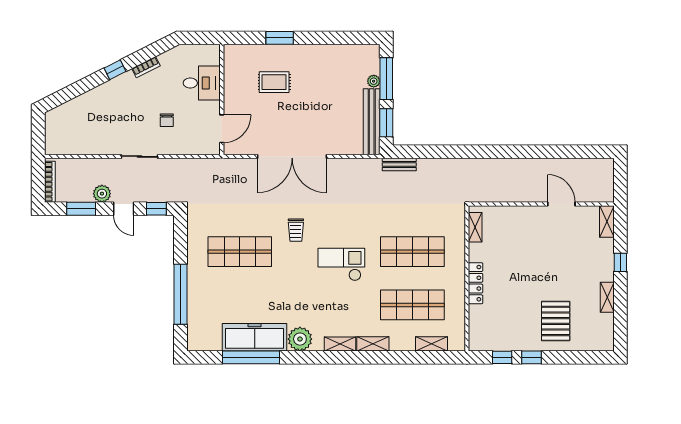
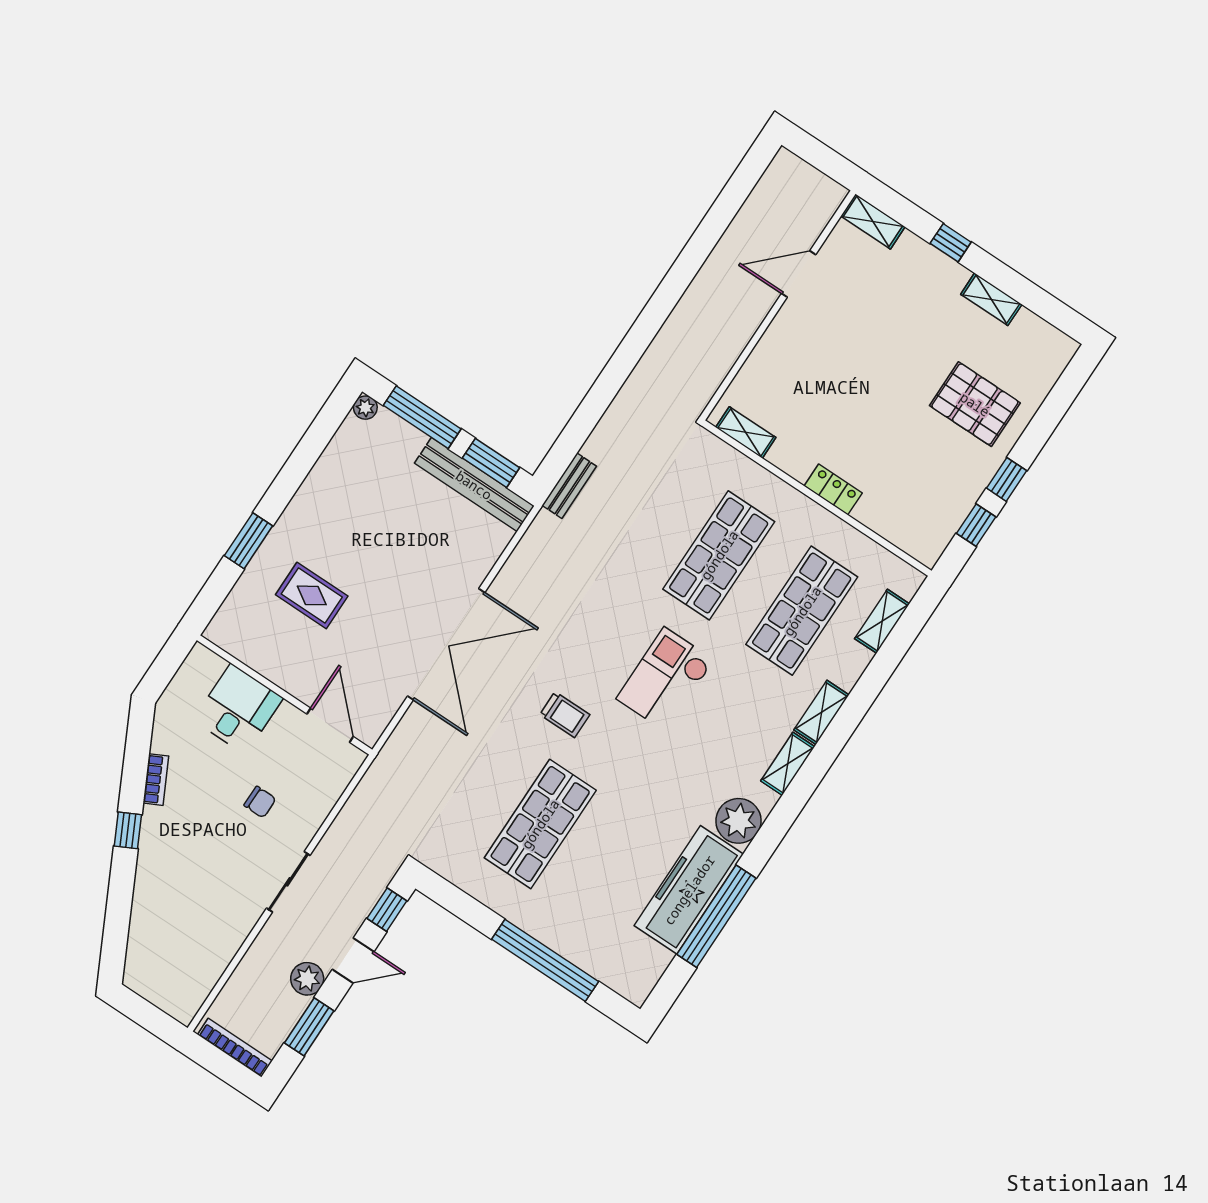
plant: (374, 81) -> (365, 408), moved
rug: (274, 82) -> (312, 595), turned 90
locker: (476, 283) -> (833, 490), width x0.66

